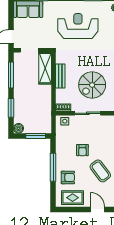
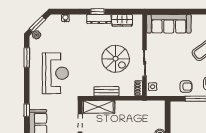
reception desk: (78, 26) -> (55, 73), turned 180
window: (36, 136) -> (168, 117), removed
armchair: (82, 150) -> (186, 87), moved

